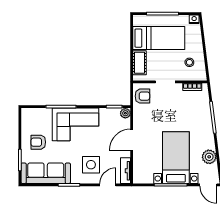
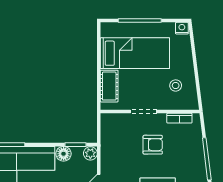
armchair: (142, 96) -> (153, 145), moved
floor lamp: (105, 114) -> (64, 154), added

